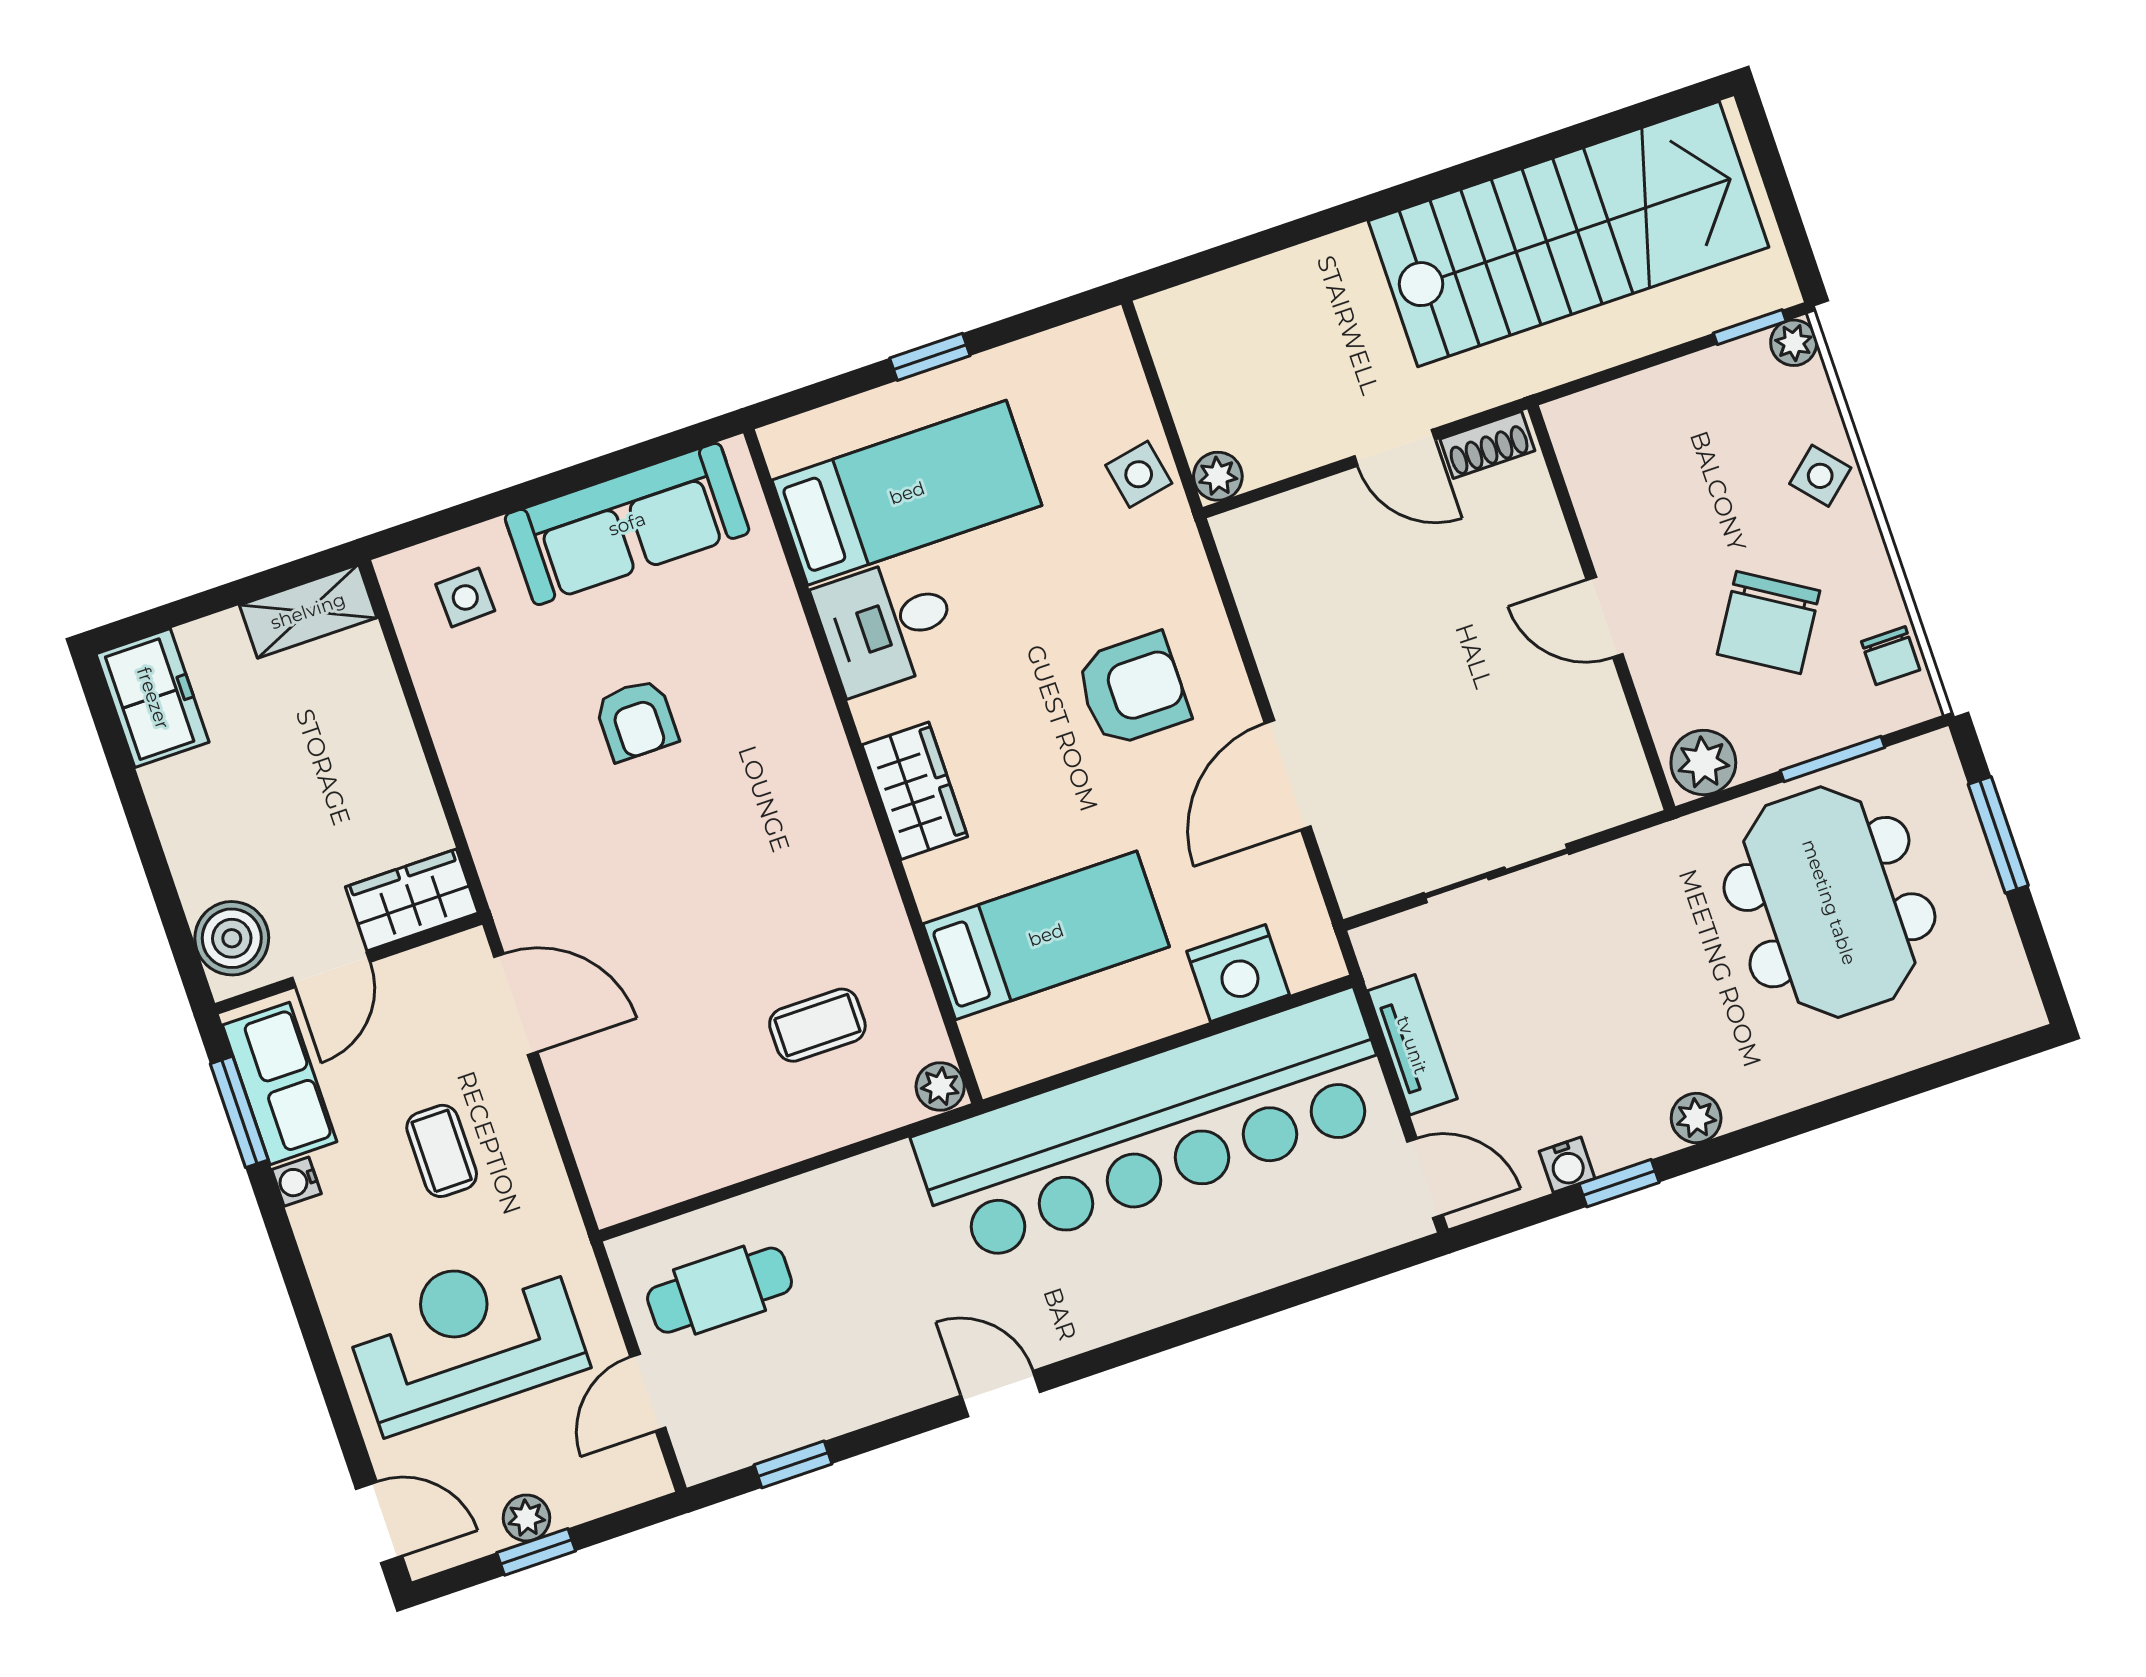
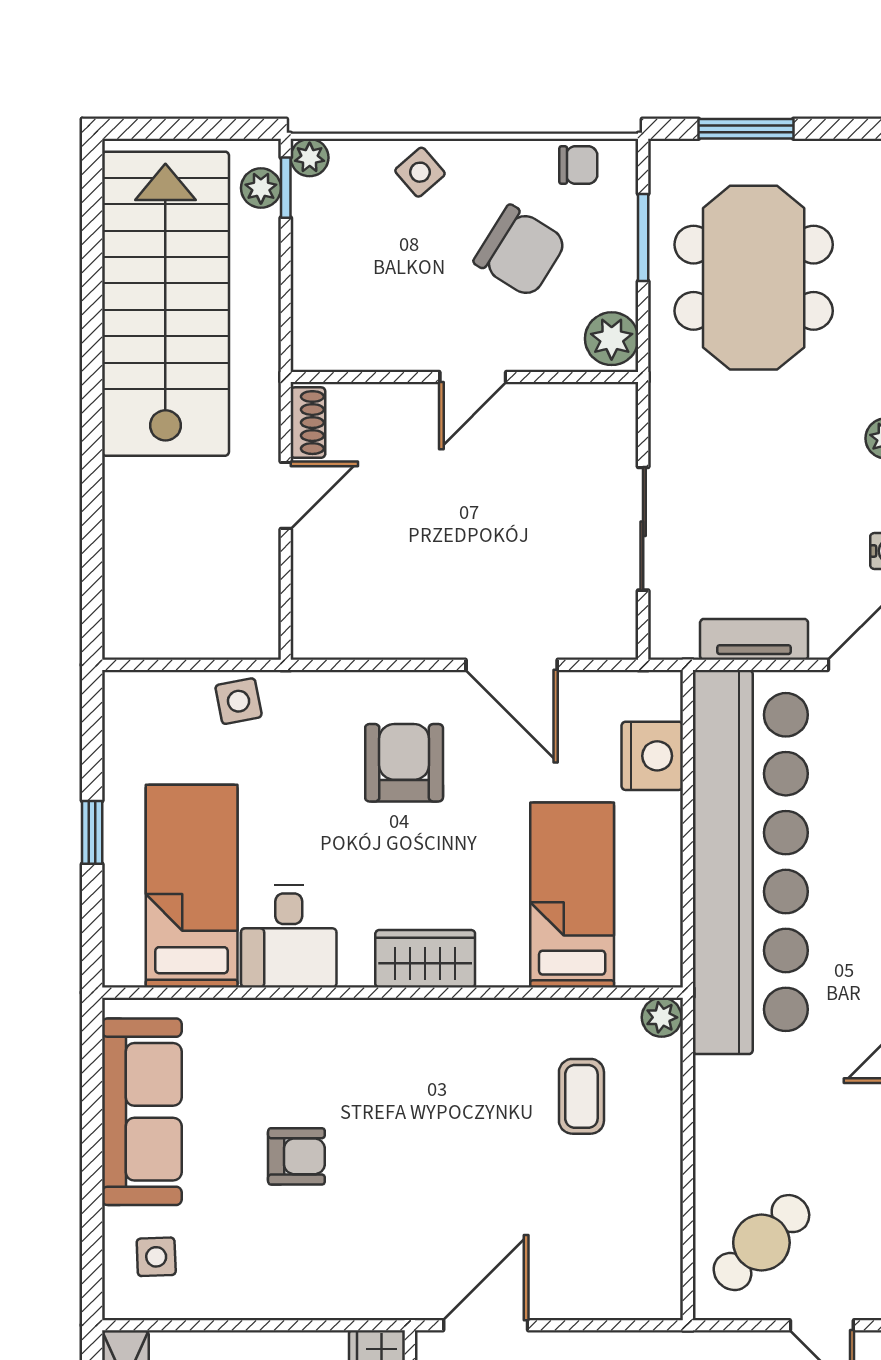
plant: (1218, 476) -> (261, 188), moved
meeting table: (1829, 902) -> (754, 278), turned 90
cafe table: (720, 1290) -> (761, 1243), turned 45

